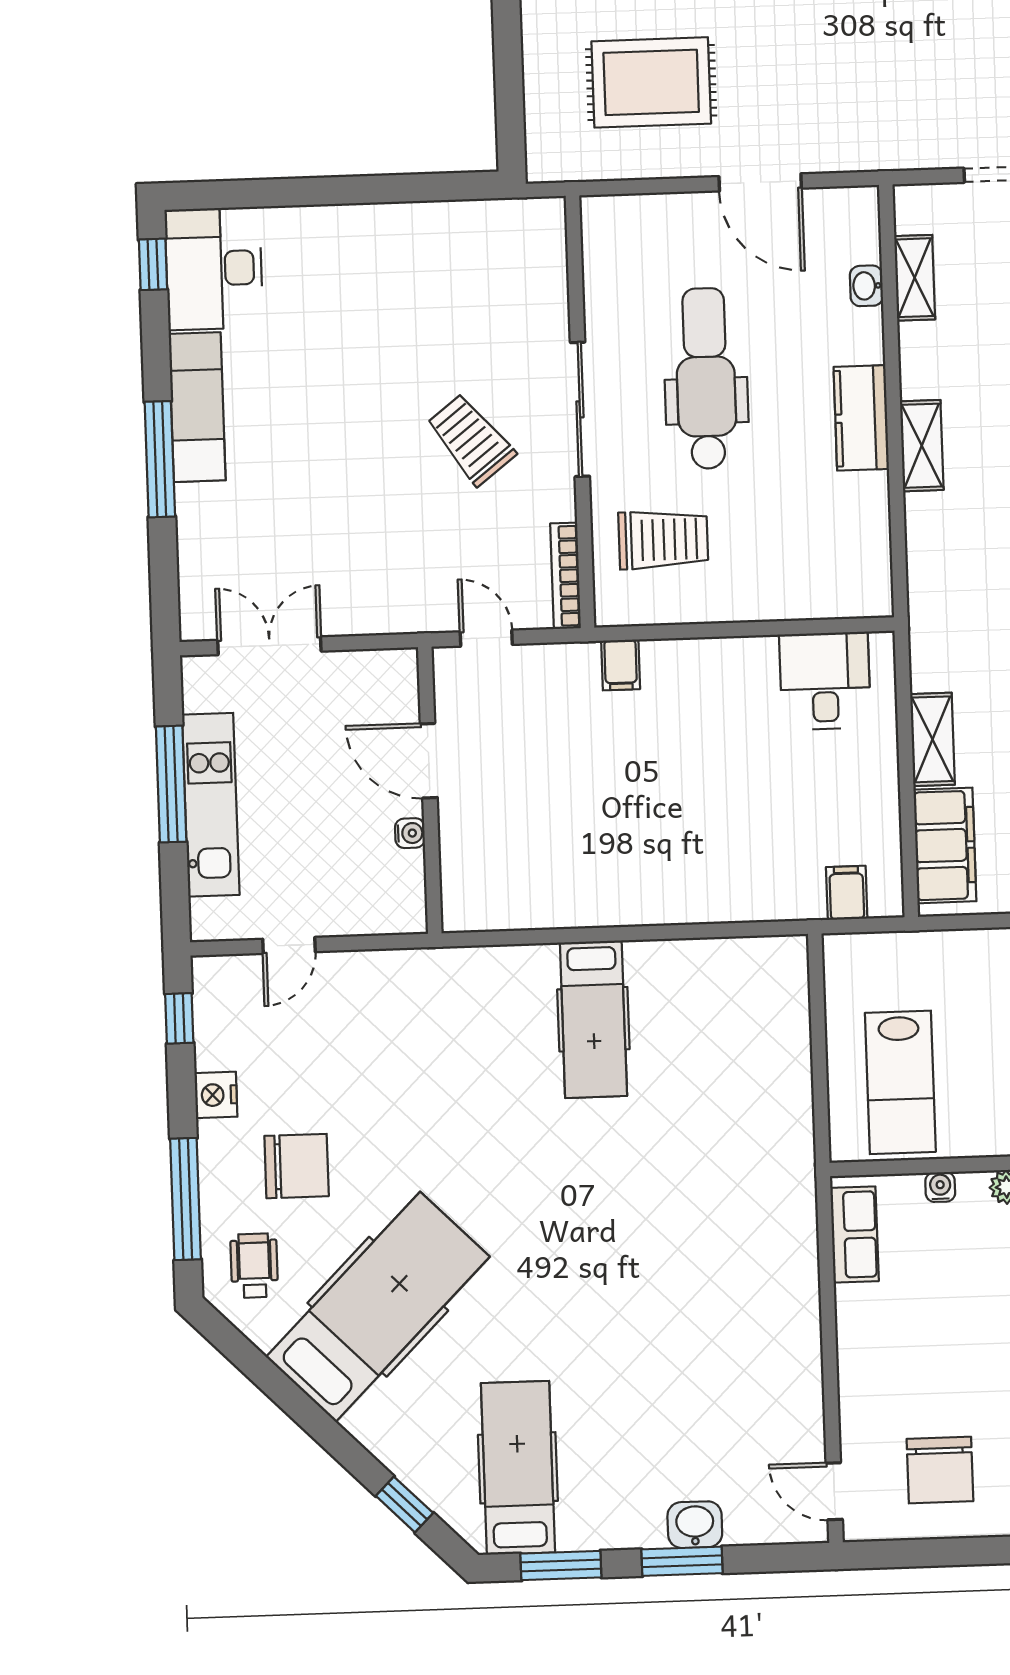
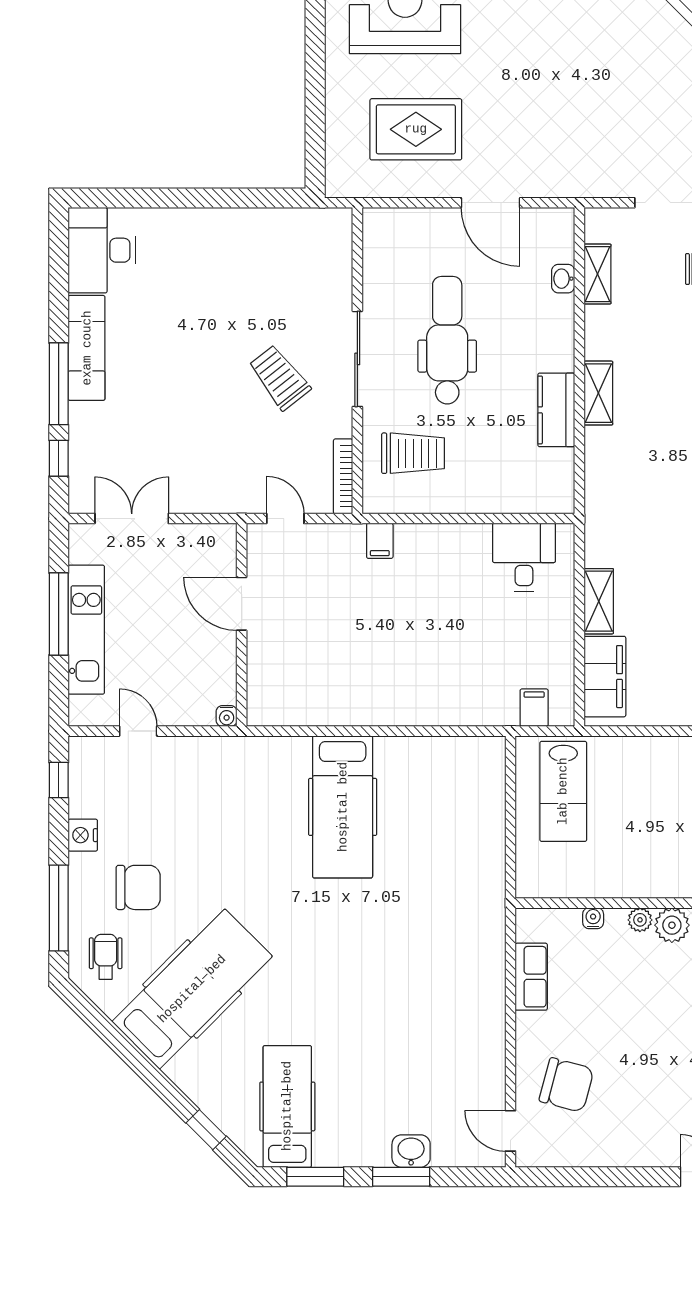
window: (153, 264) -> (59, 458), moved
kitchen counter: (861, 418) -> (556, 410), moved
water cooler: (410, 833) -> (227, 716), moved, turned 90
door: (289, 945) -> (138, 731), swing flipped
hospital bed: (593, 1019) -> (343, 807), width x1.37, depth x1.29
lab bench: (900, 1082) -> (563, 791), moved
row of seats: (855, 1235) -> (531, 977), moved
chair: (940, 1470) -> (566, 1085), moved, turned -75

